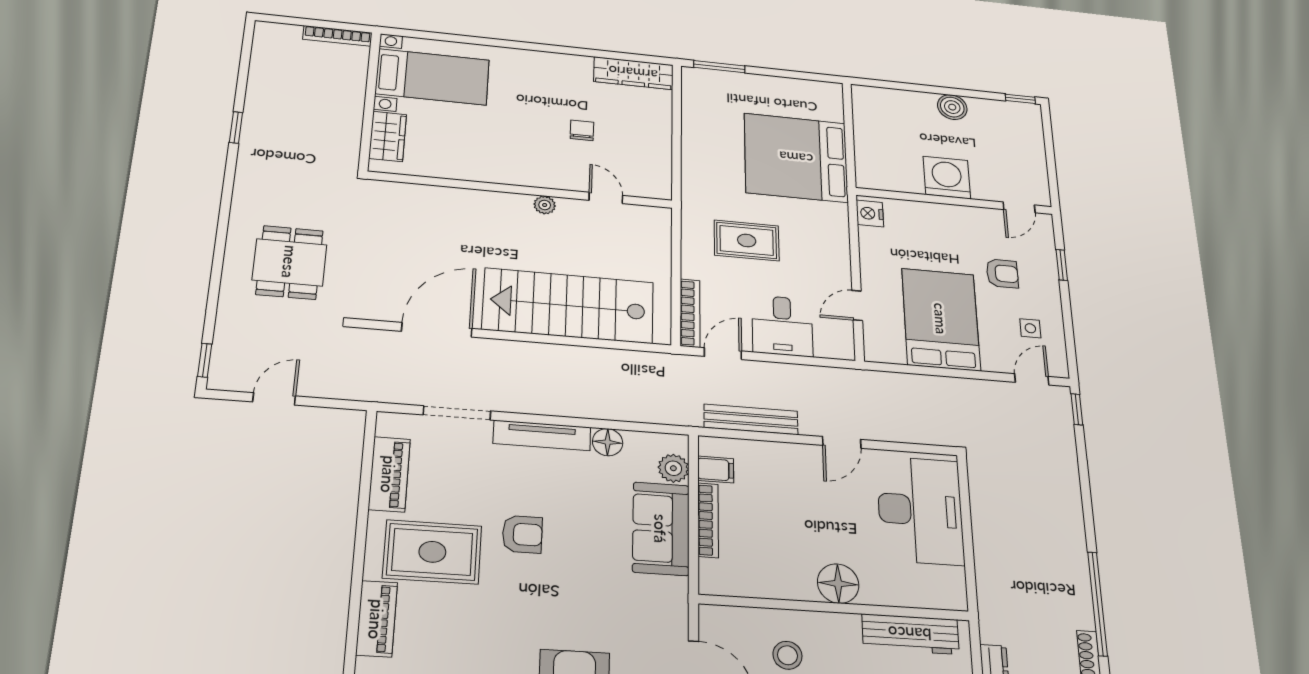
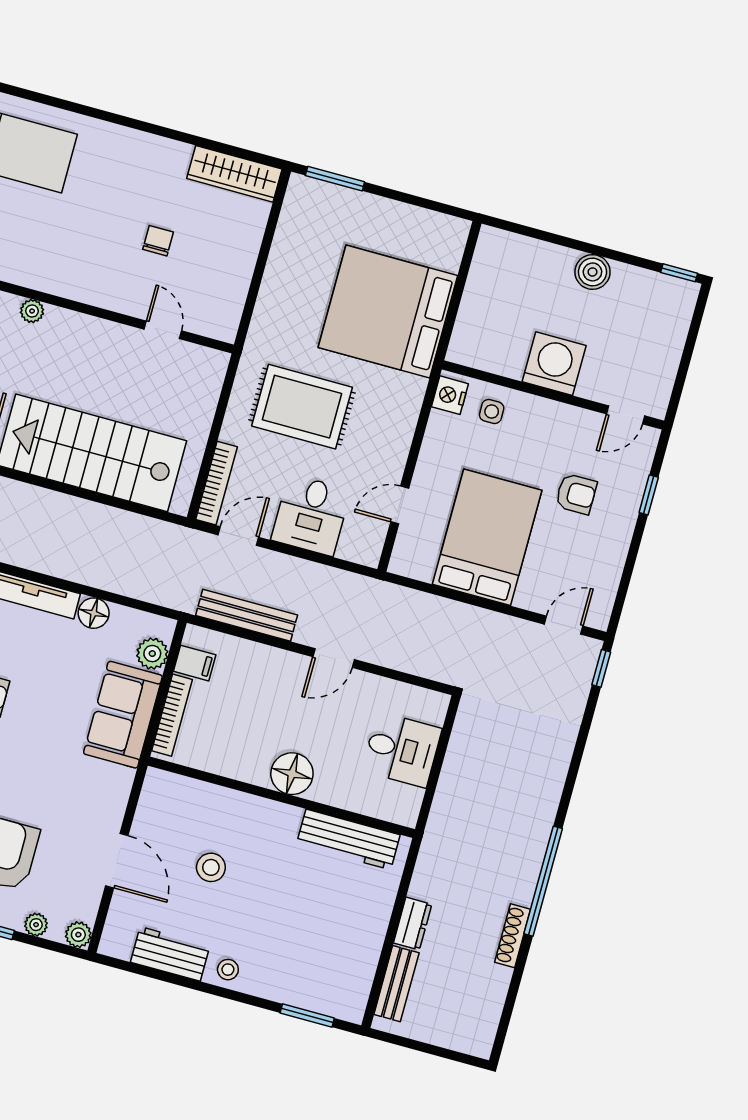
plant: (545, 205) -> (32, 311), moved
rug: (747, 240) -> (302, 407), width x1.36, depth x1.43
side table: (1030, 328) -> (492, 411), moved
desk: (920, 510) -> (402, 750), width x0.53, depth x0.77
floor lamp: (838, 584) -> (292, 774), moved
wall: (835, 608) -> (281, 797), moved
workbench: (910, 634) -> (348, 839), moved

